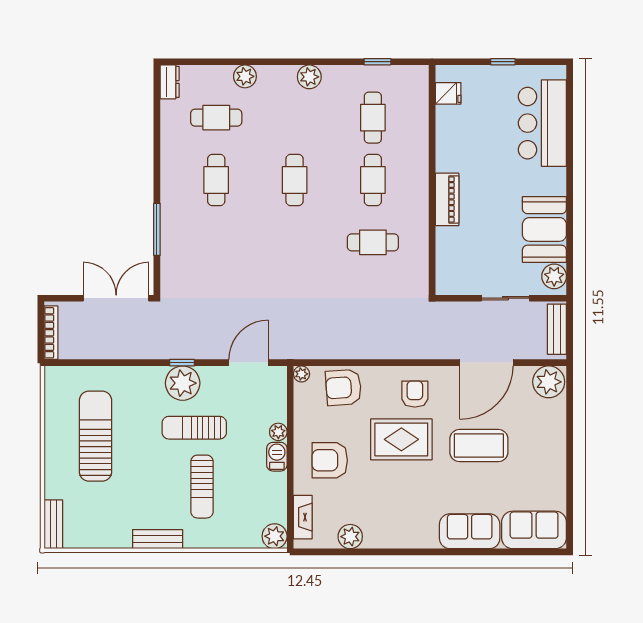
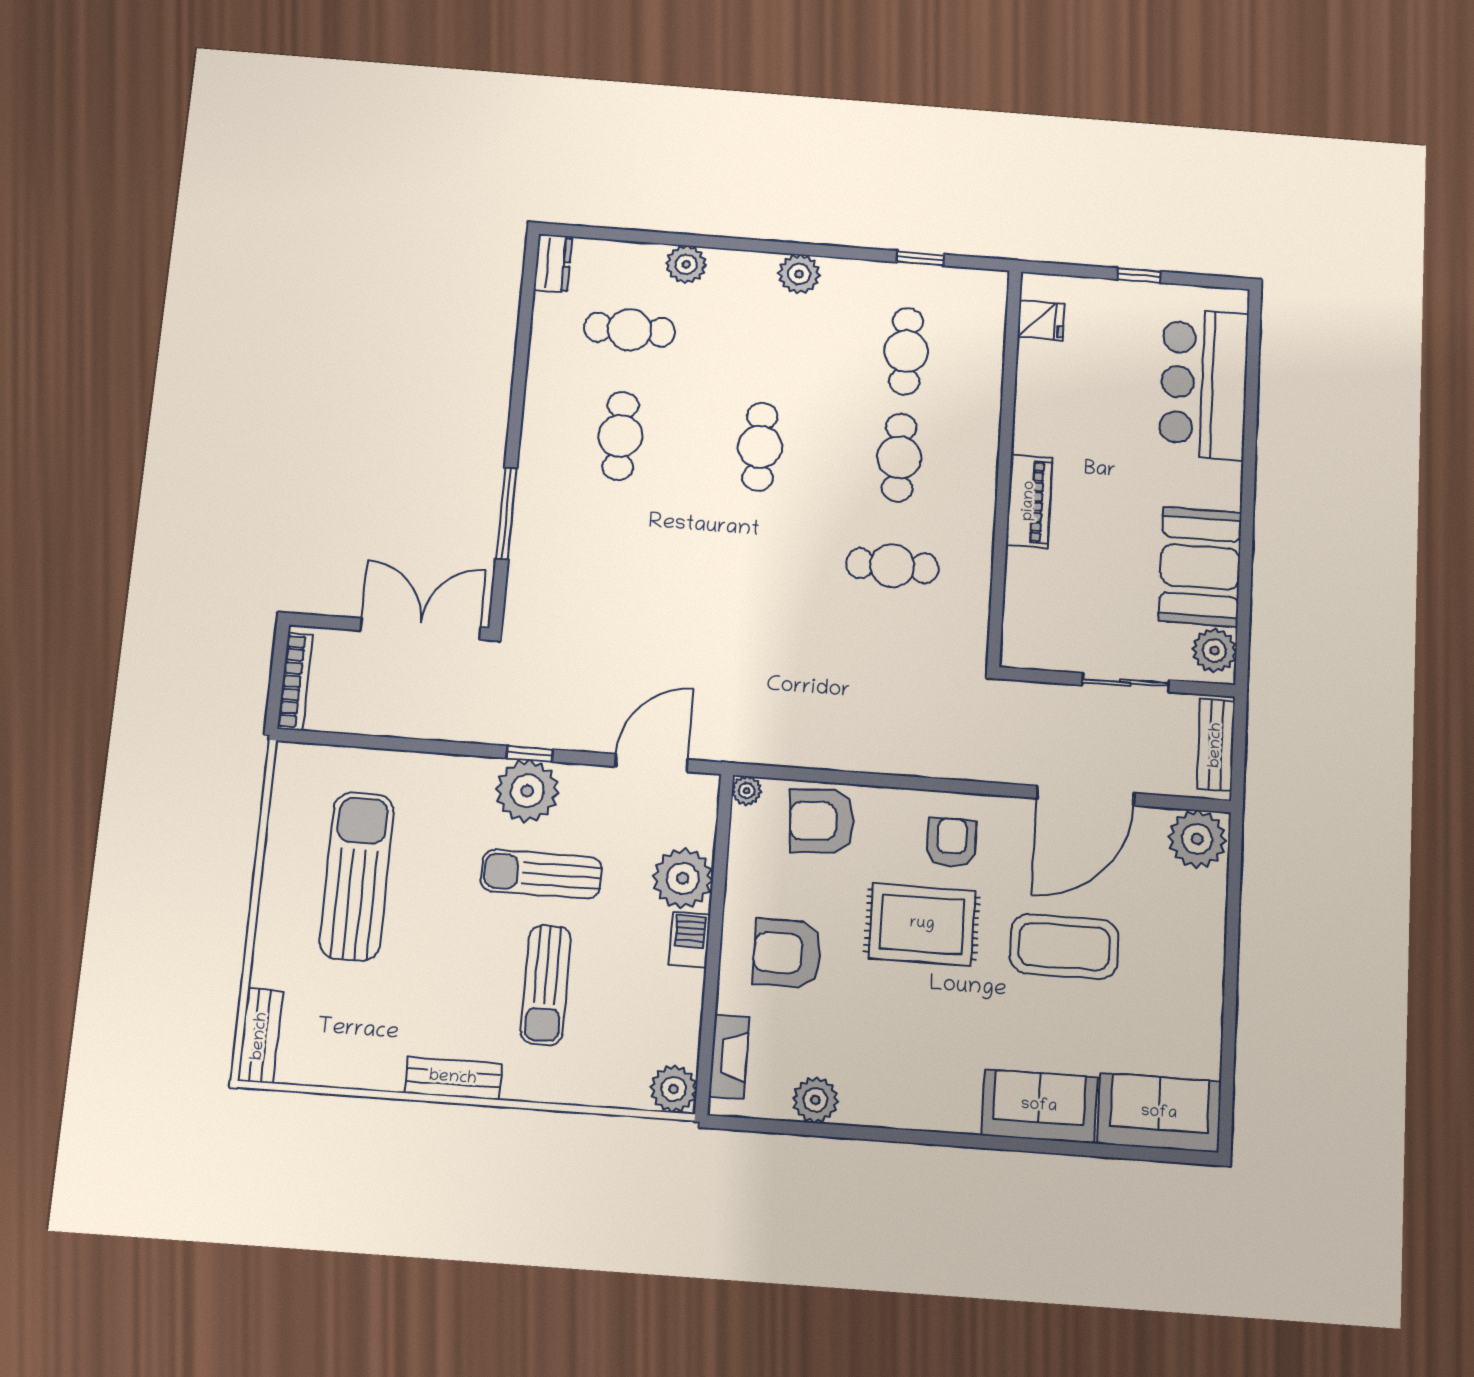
plant: (278, 432) -> (683, 878), width x1.88, depth x1.88

